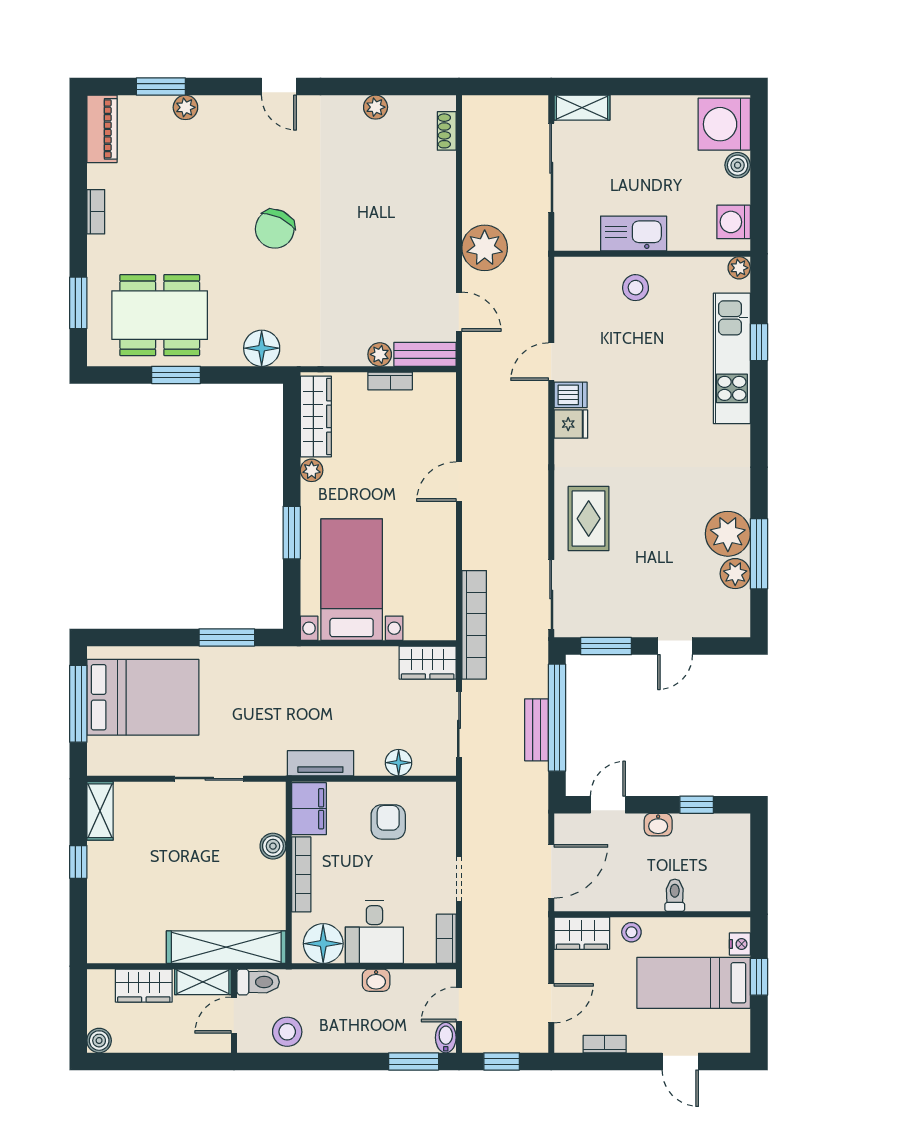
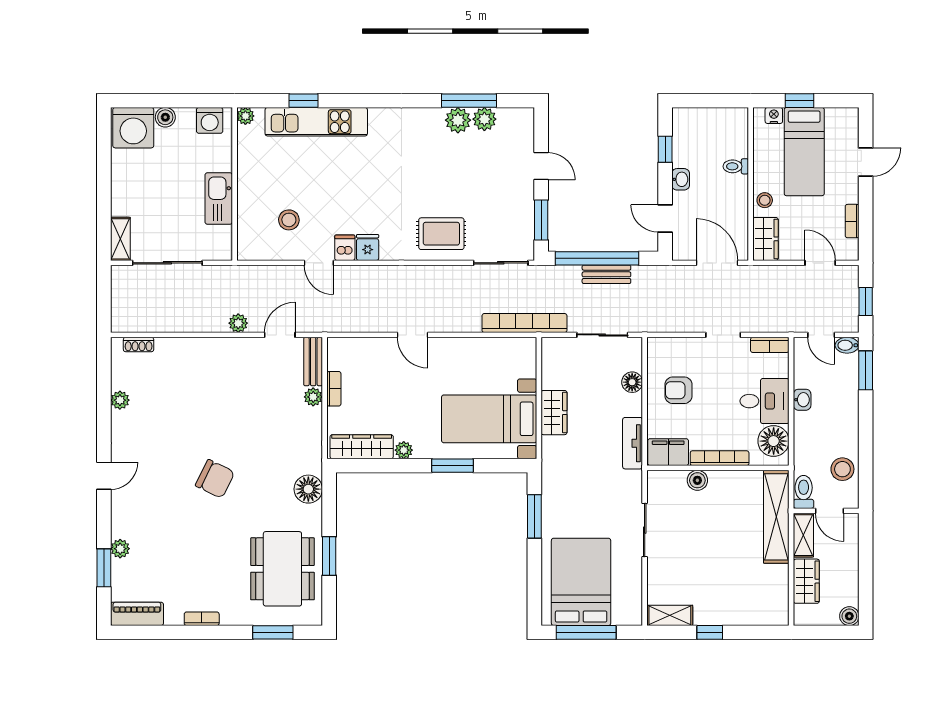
plant: (485, 248) -> (238, 323), width x0.53, depth x0.53
stool: (636, 288) -> (289, 220), moved
plant: (728, 534) -> (458, 120), width x0.73, depth x0.73
wardrobe: (428, 663) -> (554, 413), moved

